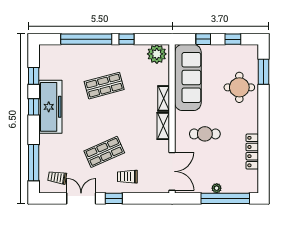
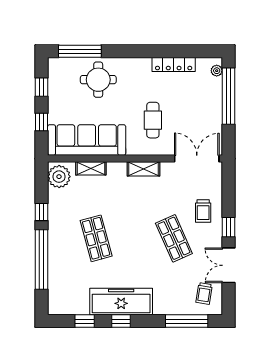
window: (264, 72) -> (80, 51), width x1.44
shelving: (164, 98) -> (91, 168), moved
plant: (217, 188) -> (217, 71), moved

